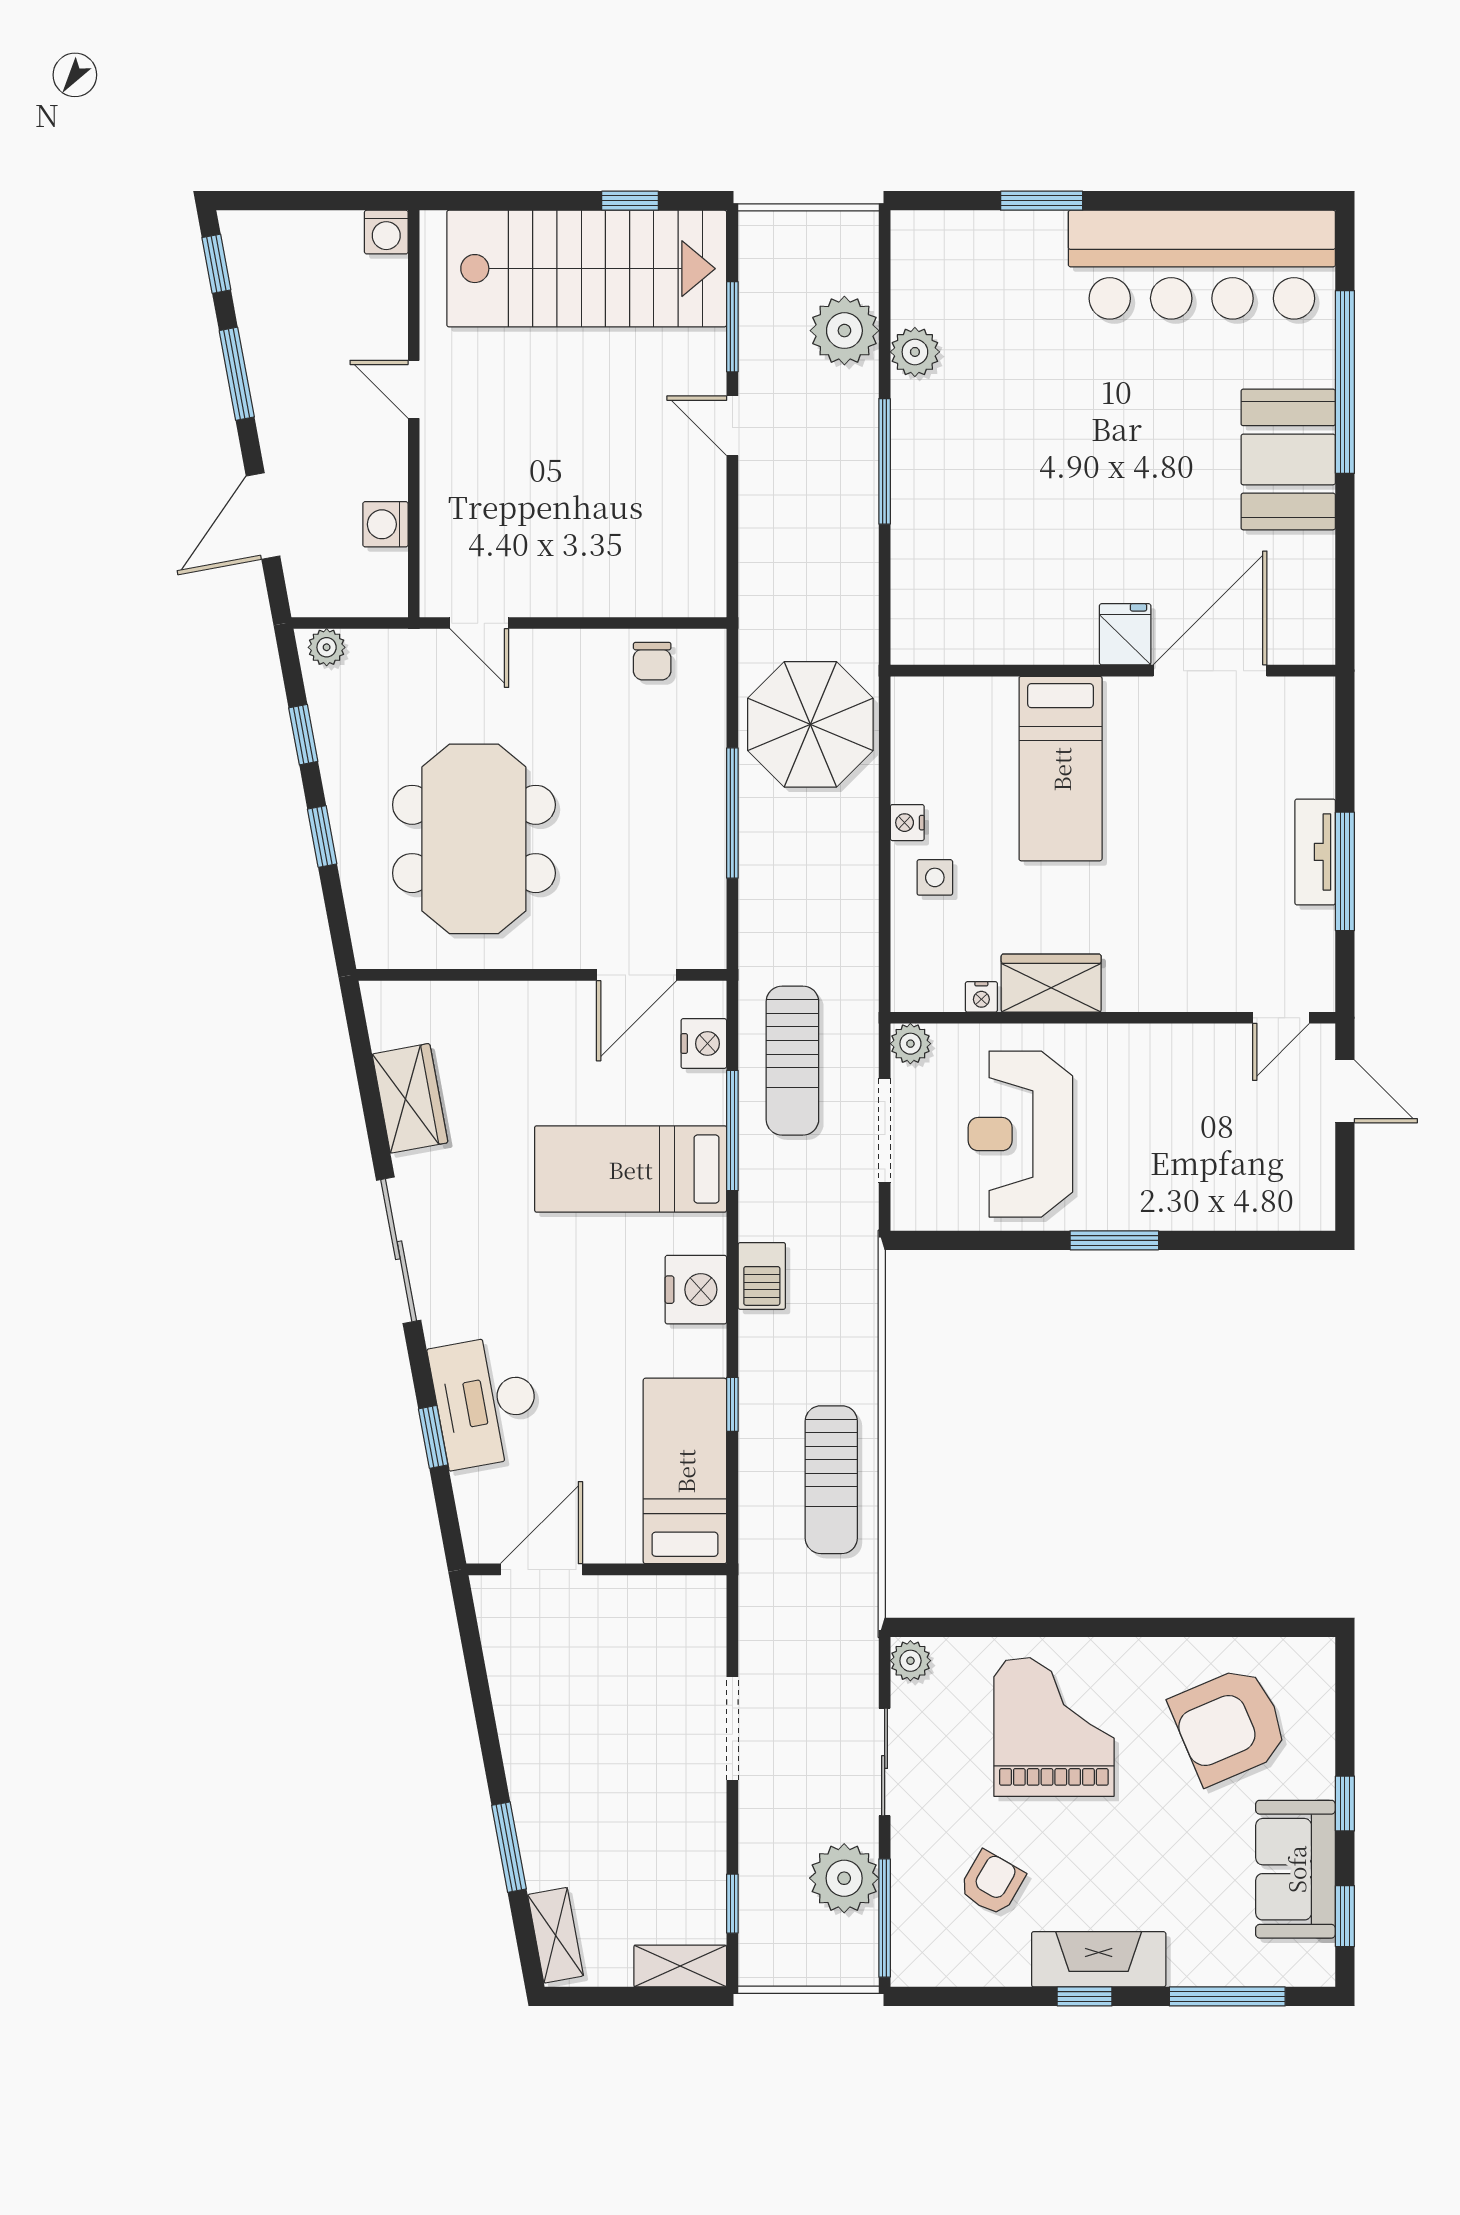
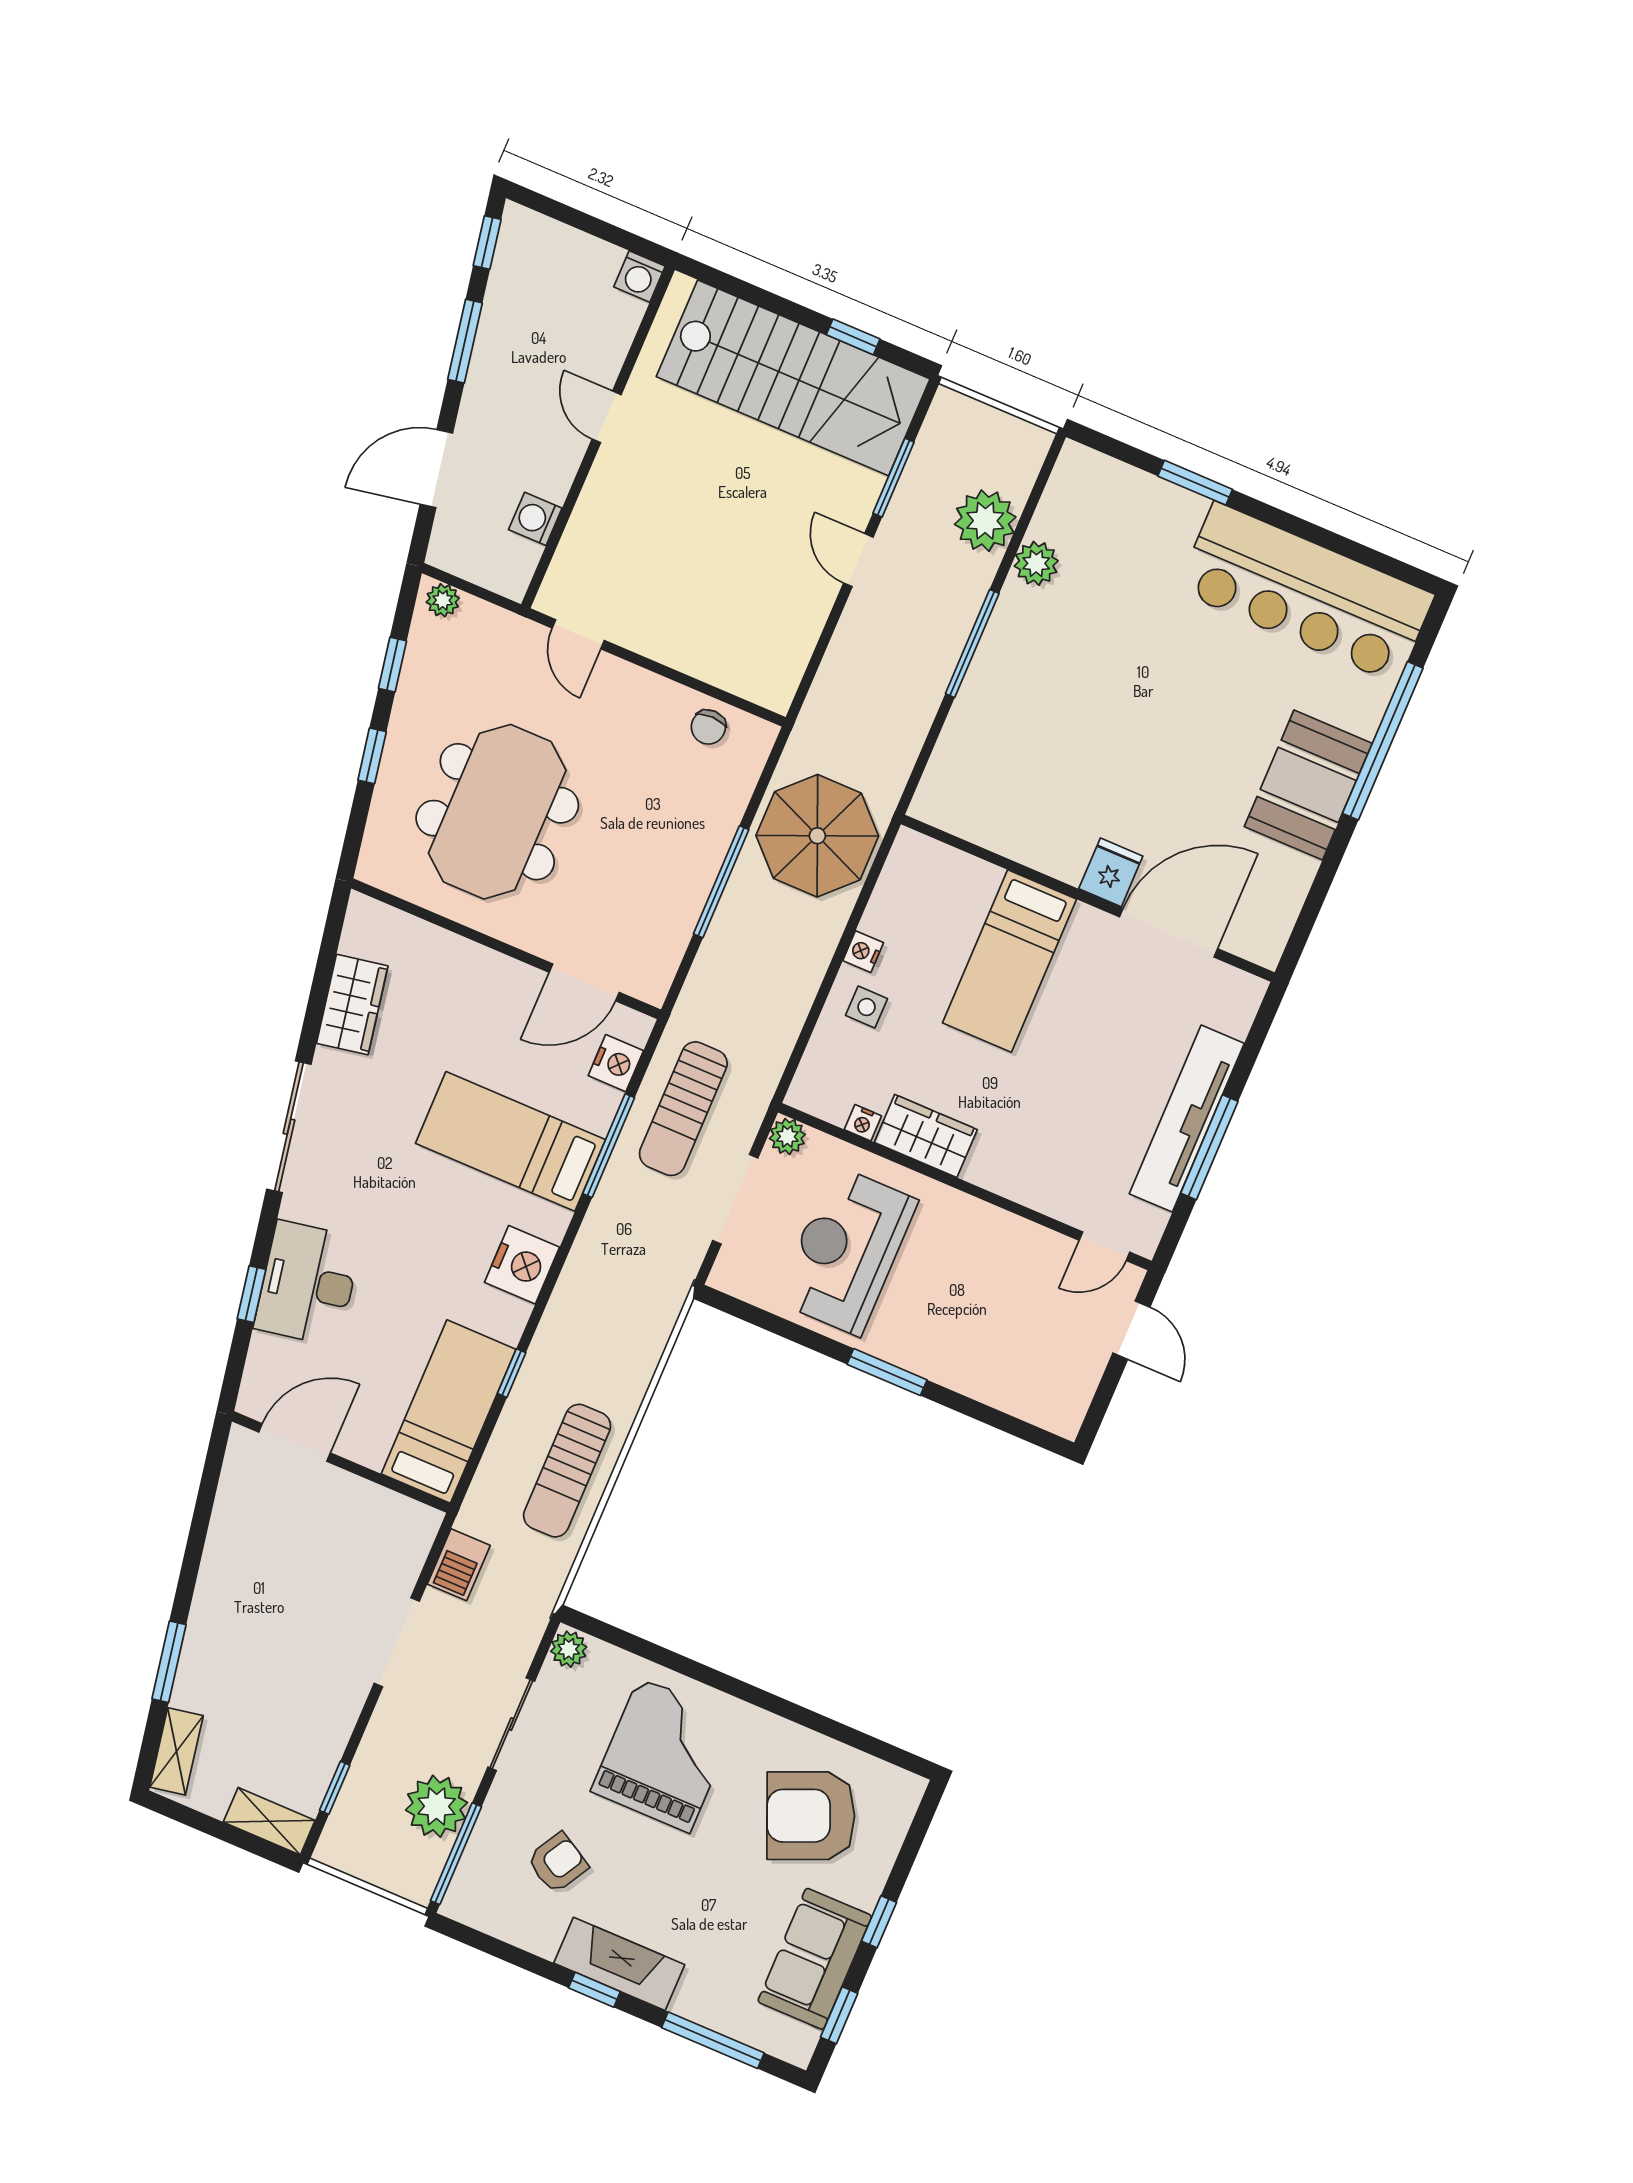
tv unit: (1315, 852) -> (1187, 1119), width x1.92, depth x1.29
barbecue: (762, 1276) -> (459, 1565), moved

